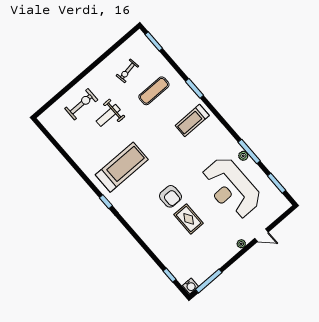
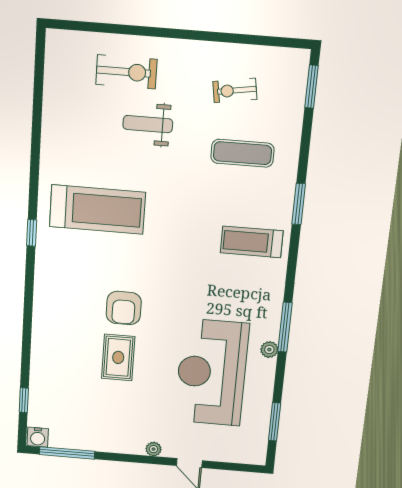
window: (249, 152) -> (285, 327), moved

